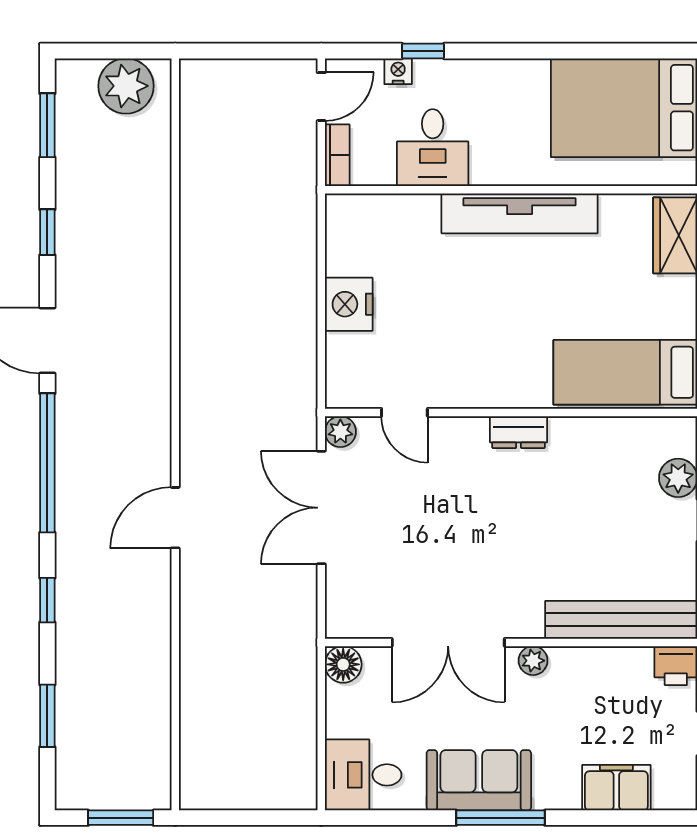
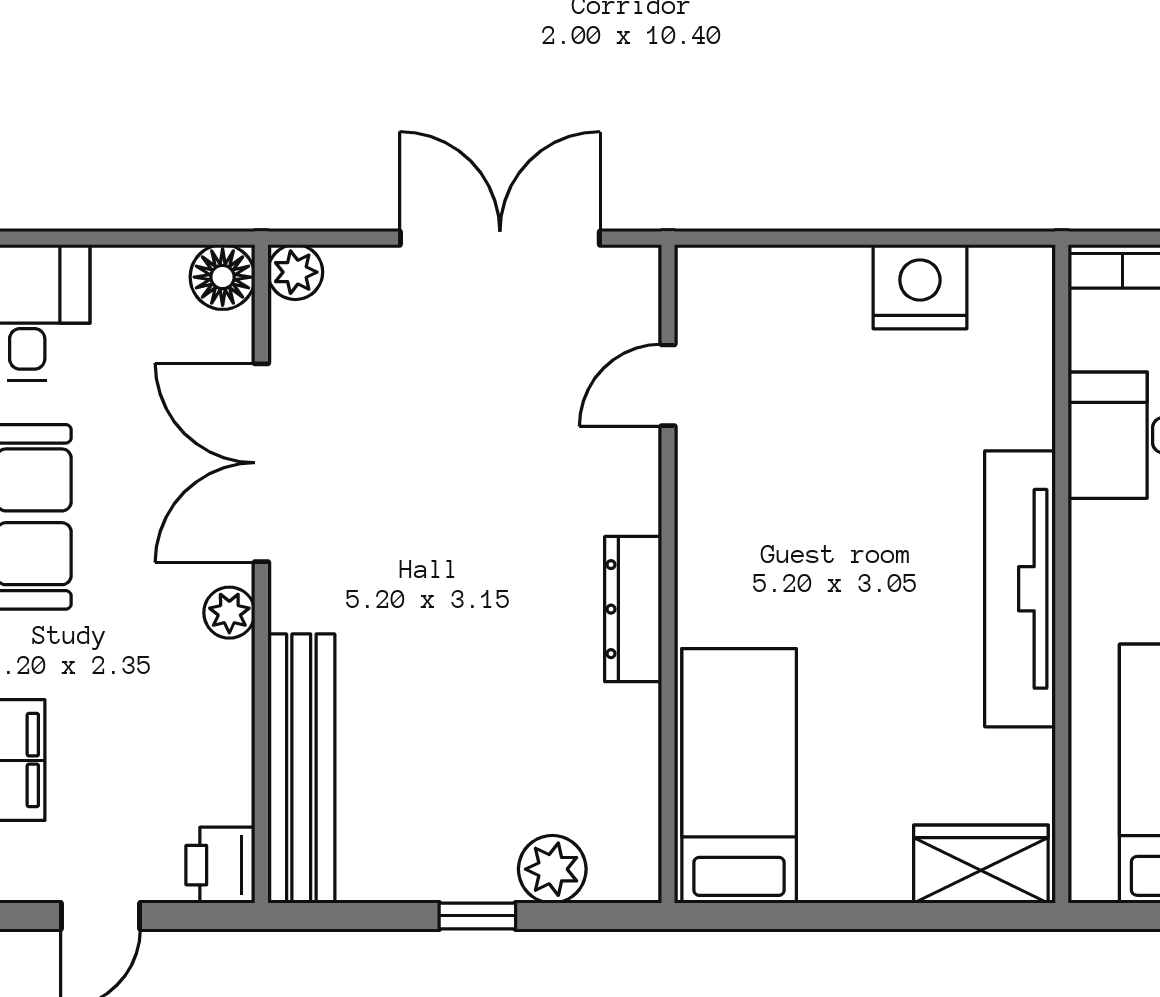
nightstand: (349, 304) -> (920, 287), moved
plant: (340, 432) -> (295, 272), moved
dresser: (519, 432) -> (633, 609), width x1.44

